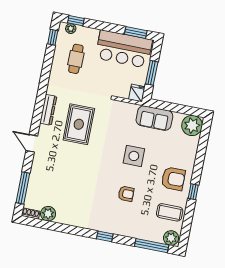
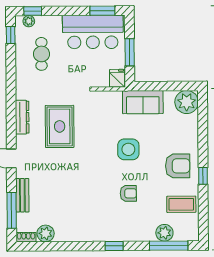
bench: (35, 177) -> (22, 195), added
plant: (171, 238) -> (164, 233), moved

